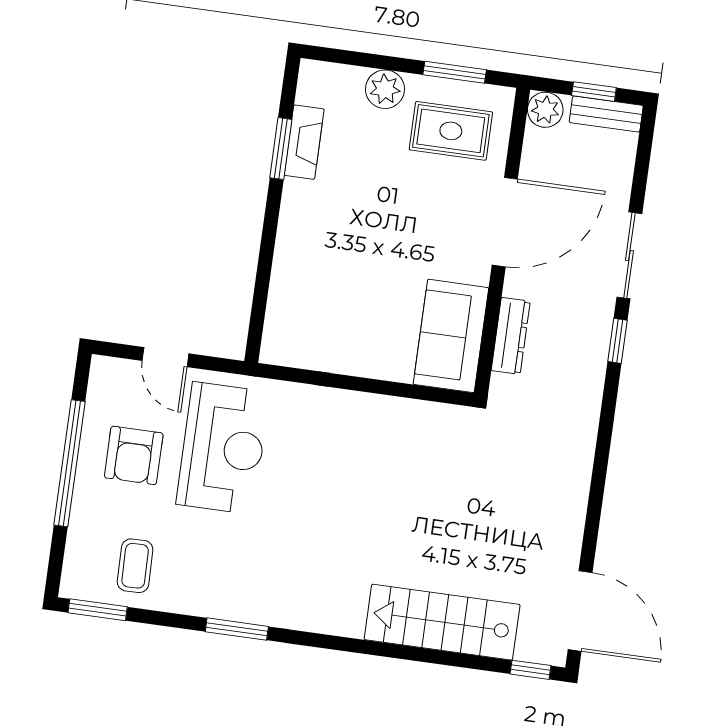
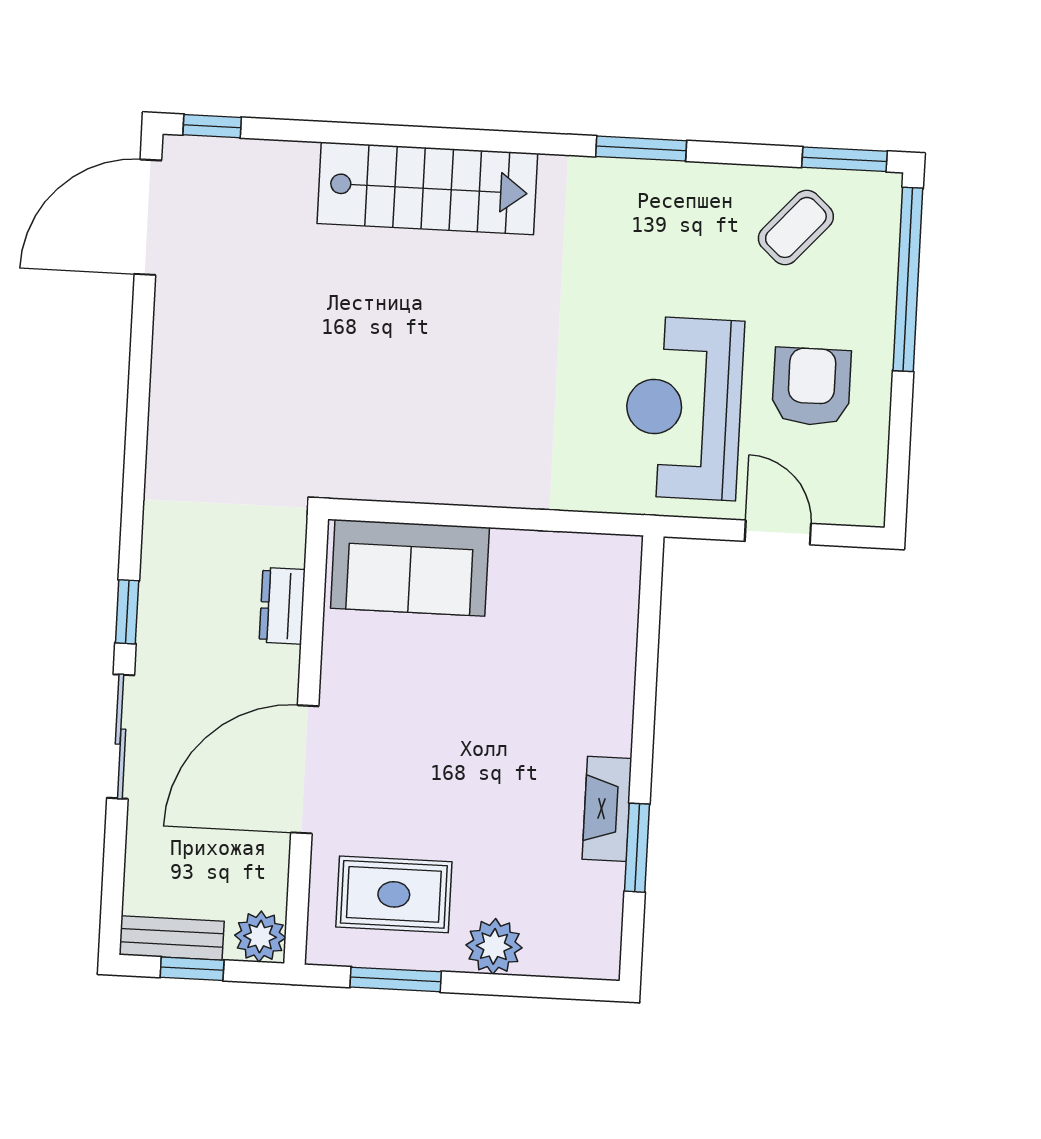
fireplace: (304, 142) -> (607, 809), moved
sofa: (451, 336) -> (410, 568), moved, turned 90
dresser: (511, 336) -> (282, 606), width x0.70
window: (69, 463) -> (908, 279), moved
coffee table: (135, 566) -> (796, 227), turned 43
door: (580, 611) -> (148, 217), hinge flipped
stairs: (442, 622) -> (427, 188), moved

